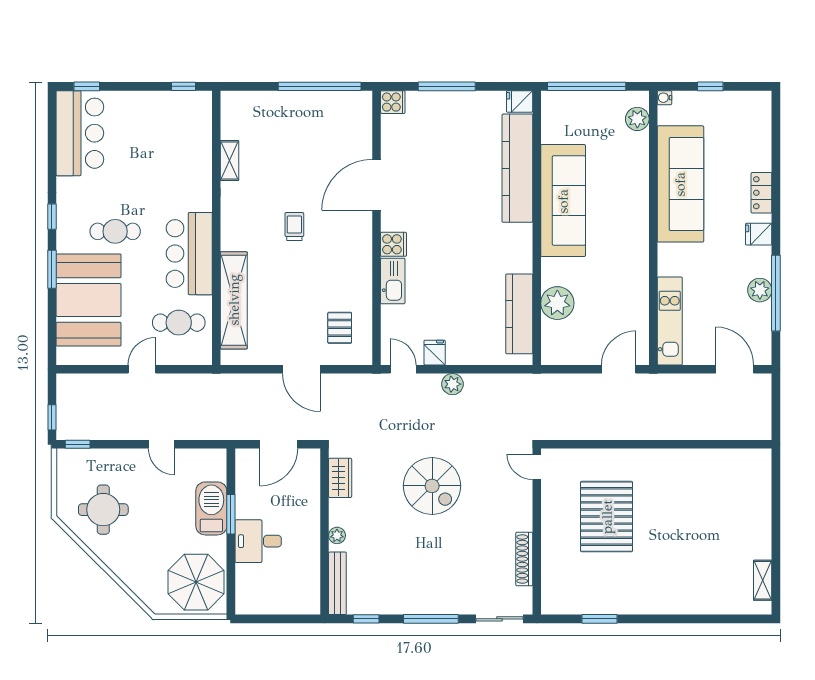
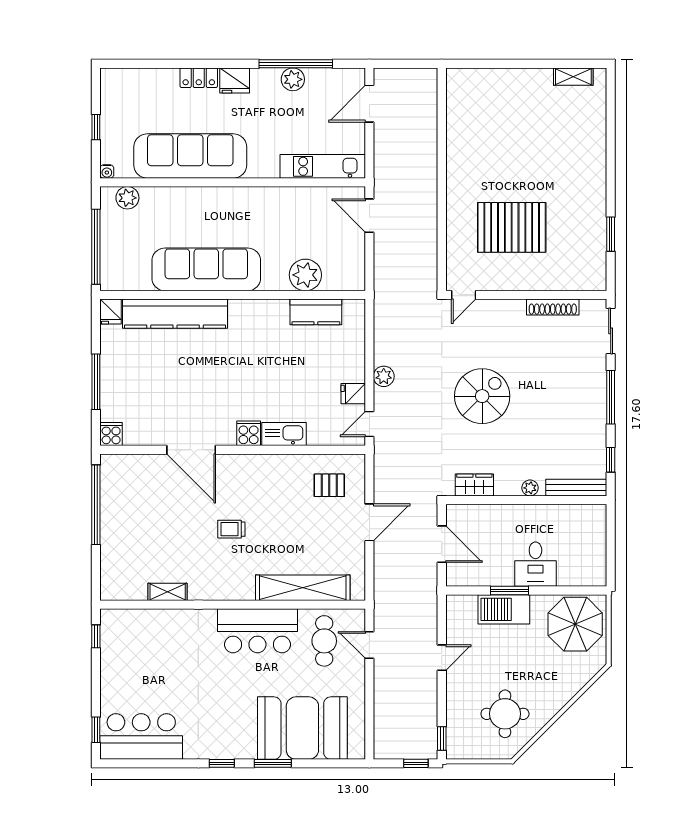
cafe table: (115, 231) -> (236, 702), removed
fridge: (759, 234) -> (235, 80), width x1.38
kitchen counter: (519, 314) -> (316, 312), width x0.67
door: (142, 369) -> (369, 645), moved

